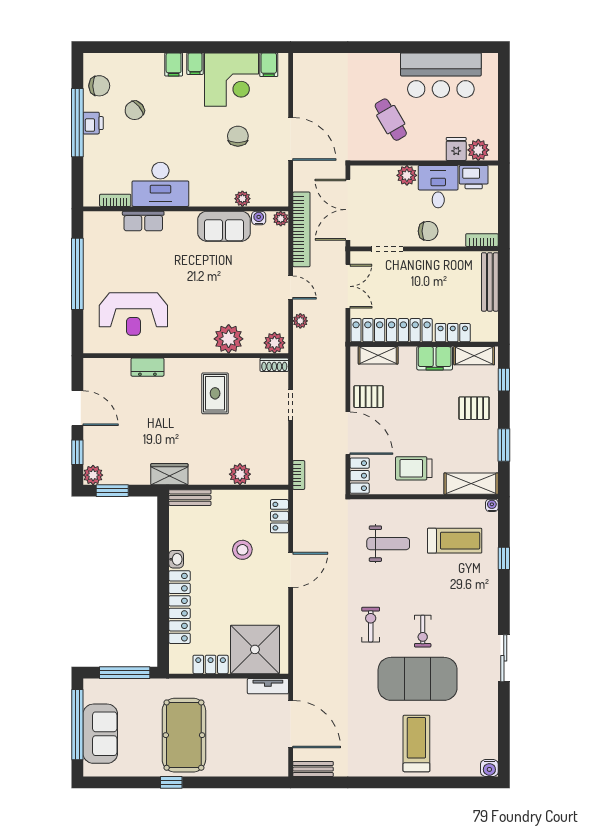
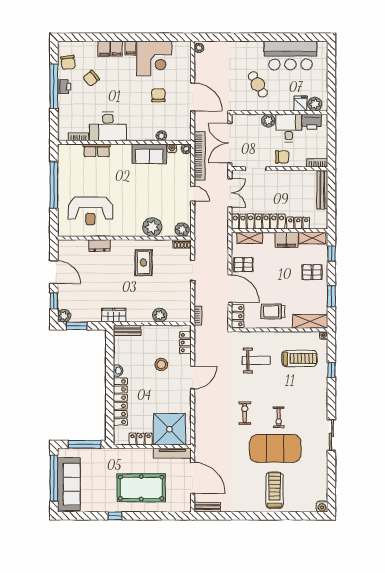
filing cabinet: (269, 65) -> (104, 49), moved
chair: (99, 86) -> (68, 62), turned 82
plant: (300, 321) -> (199, 48), moved
tv unit: (268, 686) -> (172, 453), width x1.41
sofa: (100, 734) -> (69, 484), width x1.36
pool table: (184, 735) -> (141, 488), moved, turned 90

